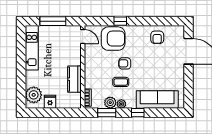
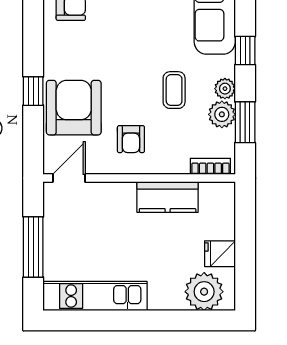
armchair: (125, 63) -> (131, 139), moved

